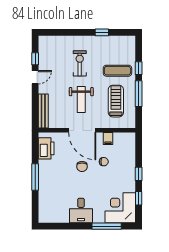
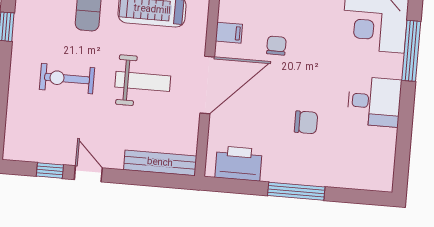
chair: (82, 166) -> (306, 122), moved

